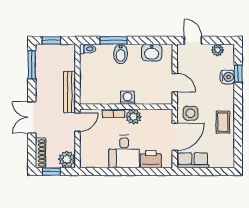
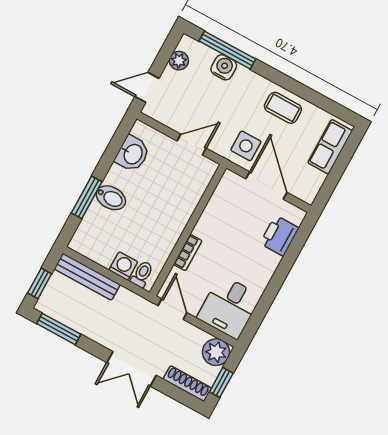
toilet: (88, 49) -> (142, 274), moved
window: (238, 74) -> (227, 50), width x2.17
bench: (69, 92) -> (87, 277), moved
washing machine: (128, 98) -> (123, 266), moved, turned 90
plant: (133, 117) -> (207, 227), removed
desk: (124, 152) -> (229, 307), moved, turned 90
row of seats: (193, 160) -> (330, 147), moved

